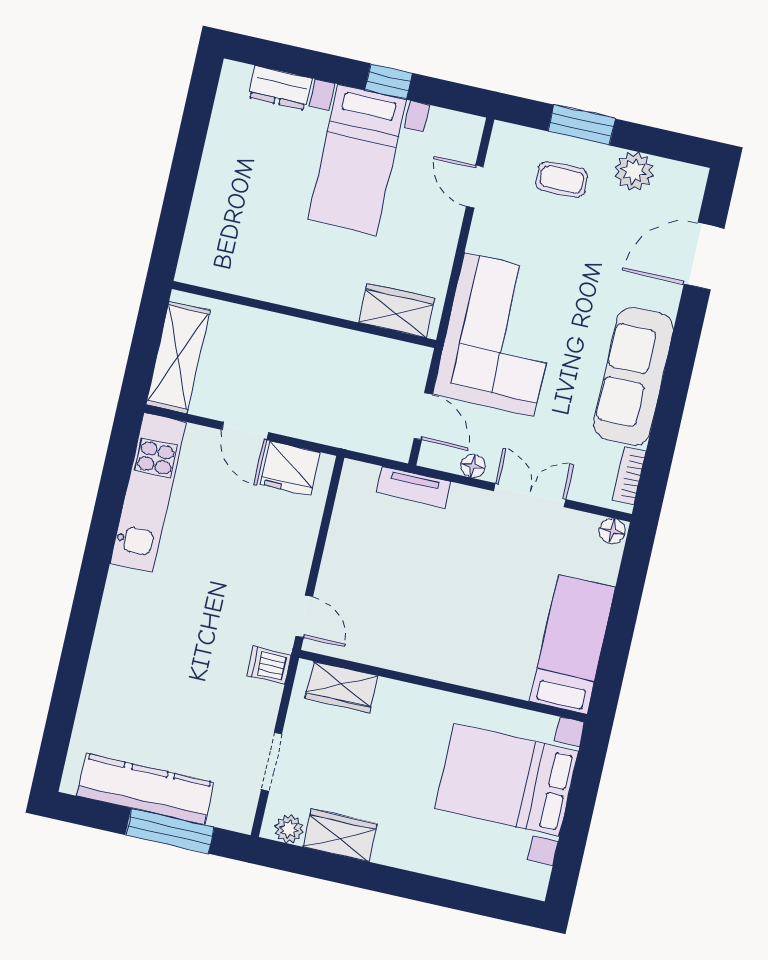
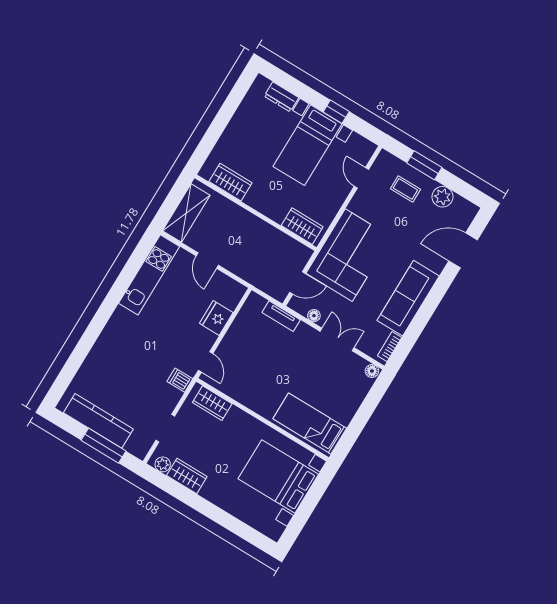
wardrobe: (239, 274) -> (230, 182), added
door: (423, 416) -> (298, 283), hinge flipped
fridge: (290, 468) -> (216, 318), moved, turned 90
bed: (573, 644) -> (310, 424), moved, turned -90

